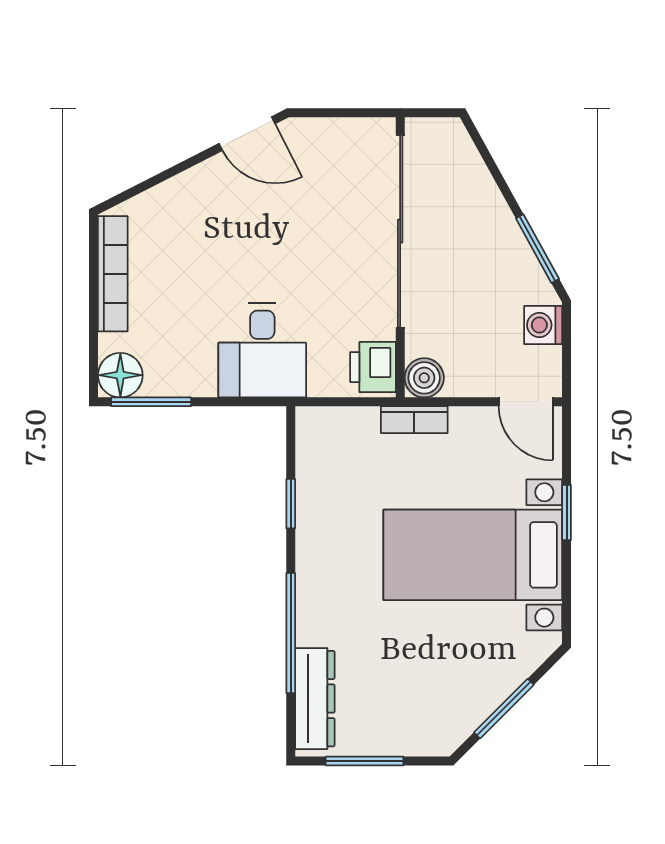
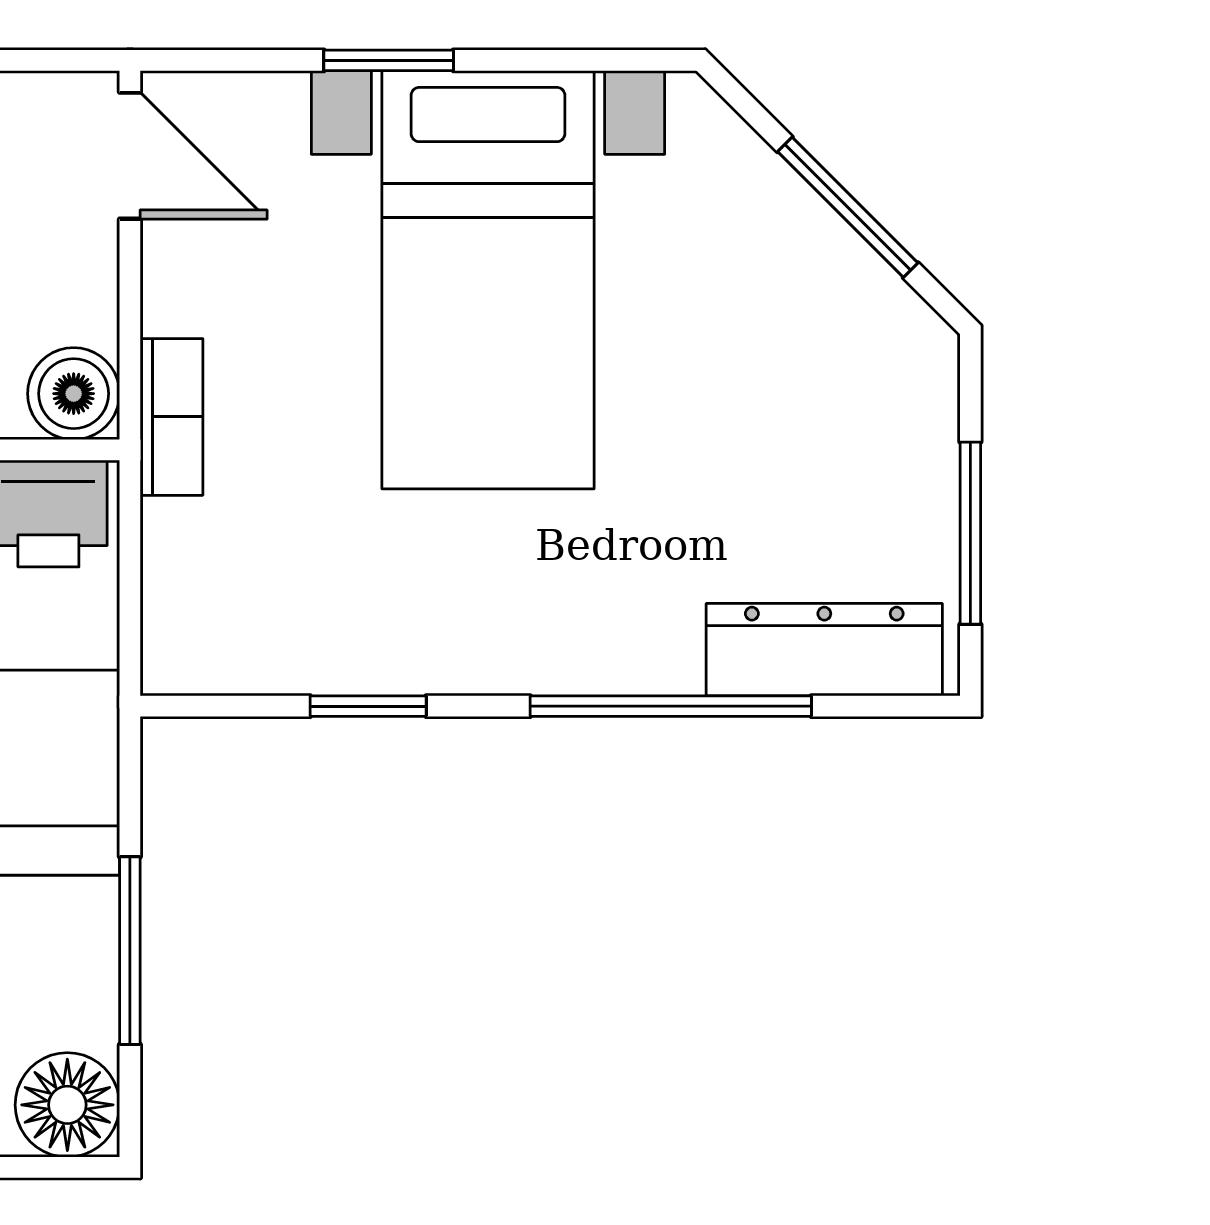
window: (151, 402) -> (130, 951), moved
door: (526, 402) -> (130, 156), hinge flipped

